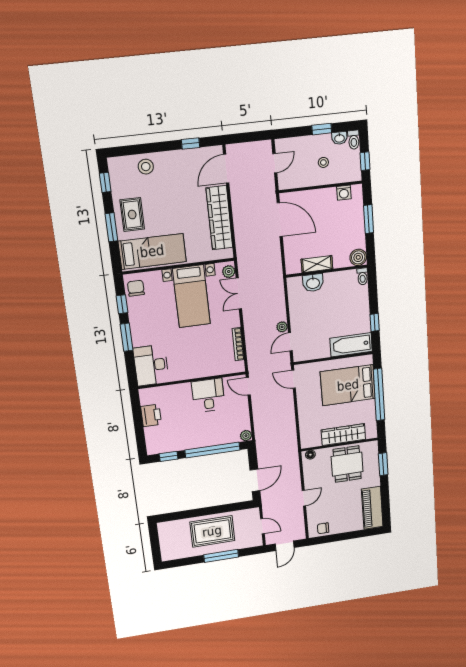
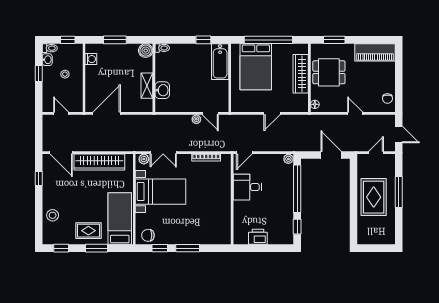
desk: (151, 365) -> (214, 231), removed
door: (294, 379) -> (272, 113), moved

